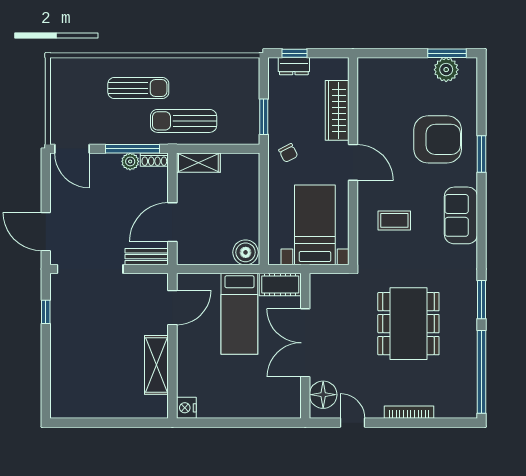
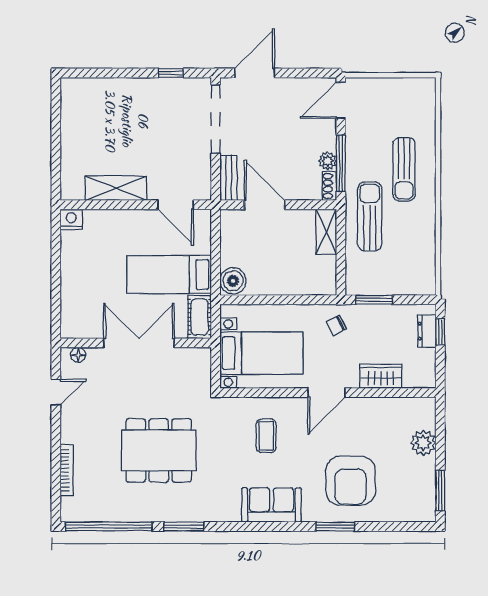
plant: (446, 70) -> (423, 443), moved
wardrobe: (337, 110) -> (381, 376), width x0.67
floor lamp: (323, 395) -> (78, 355), width x0.53, depth x0.53
bookcase: (409, 412) -> (67, 470), moved

